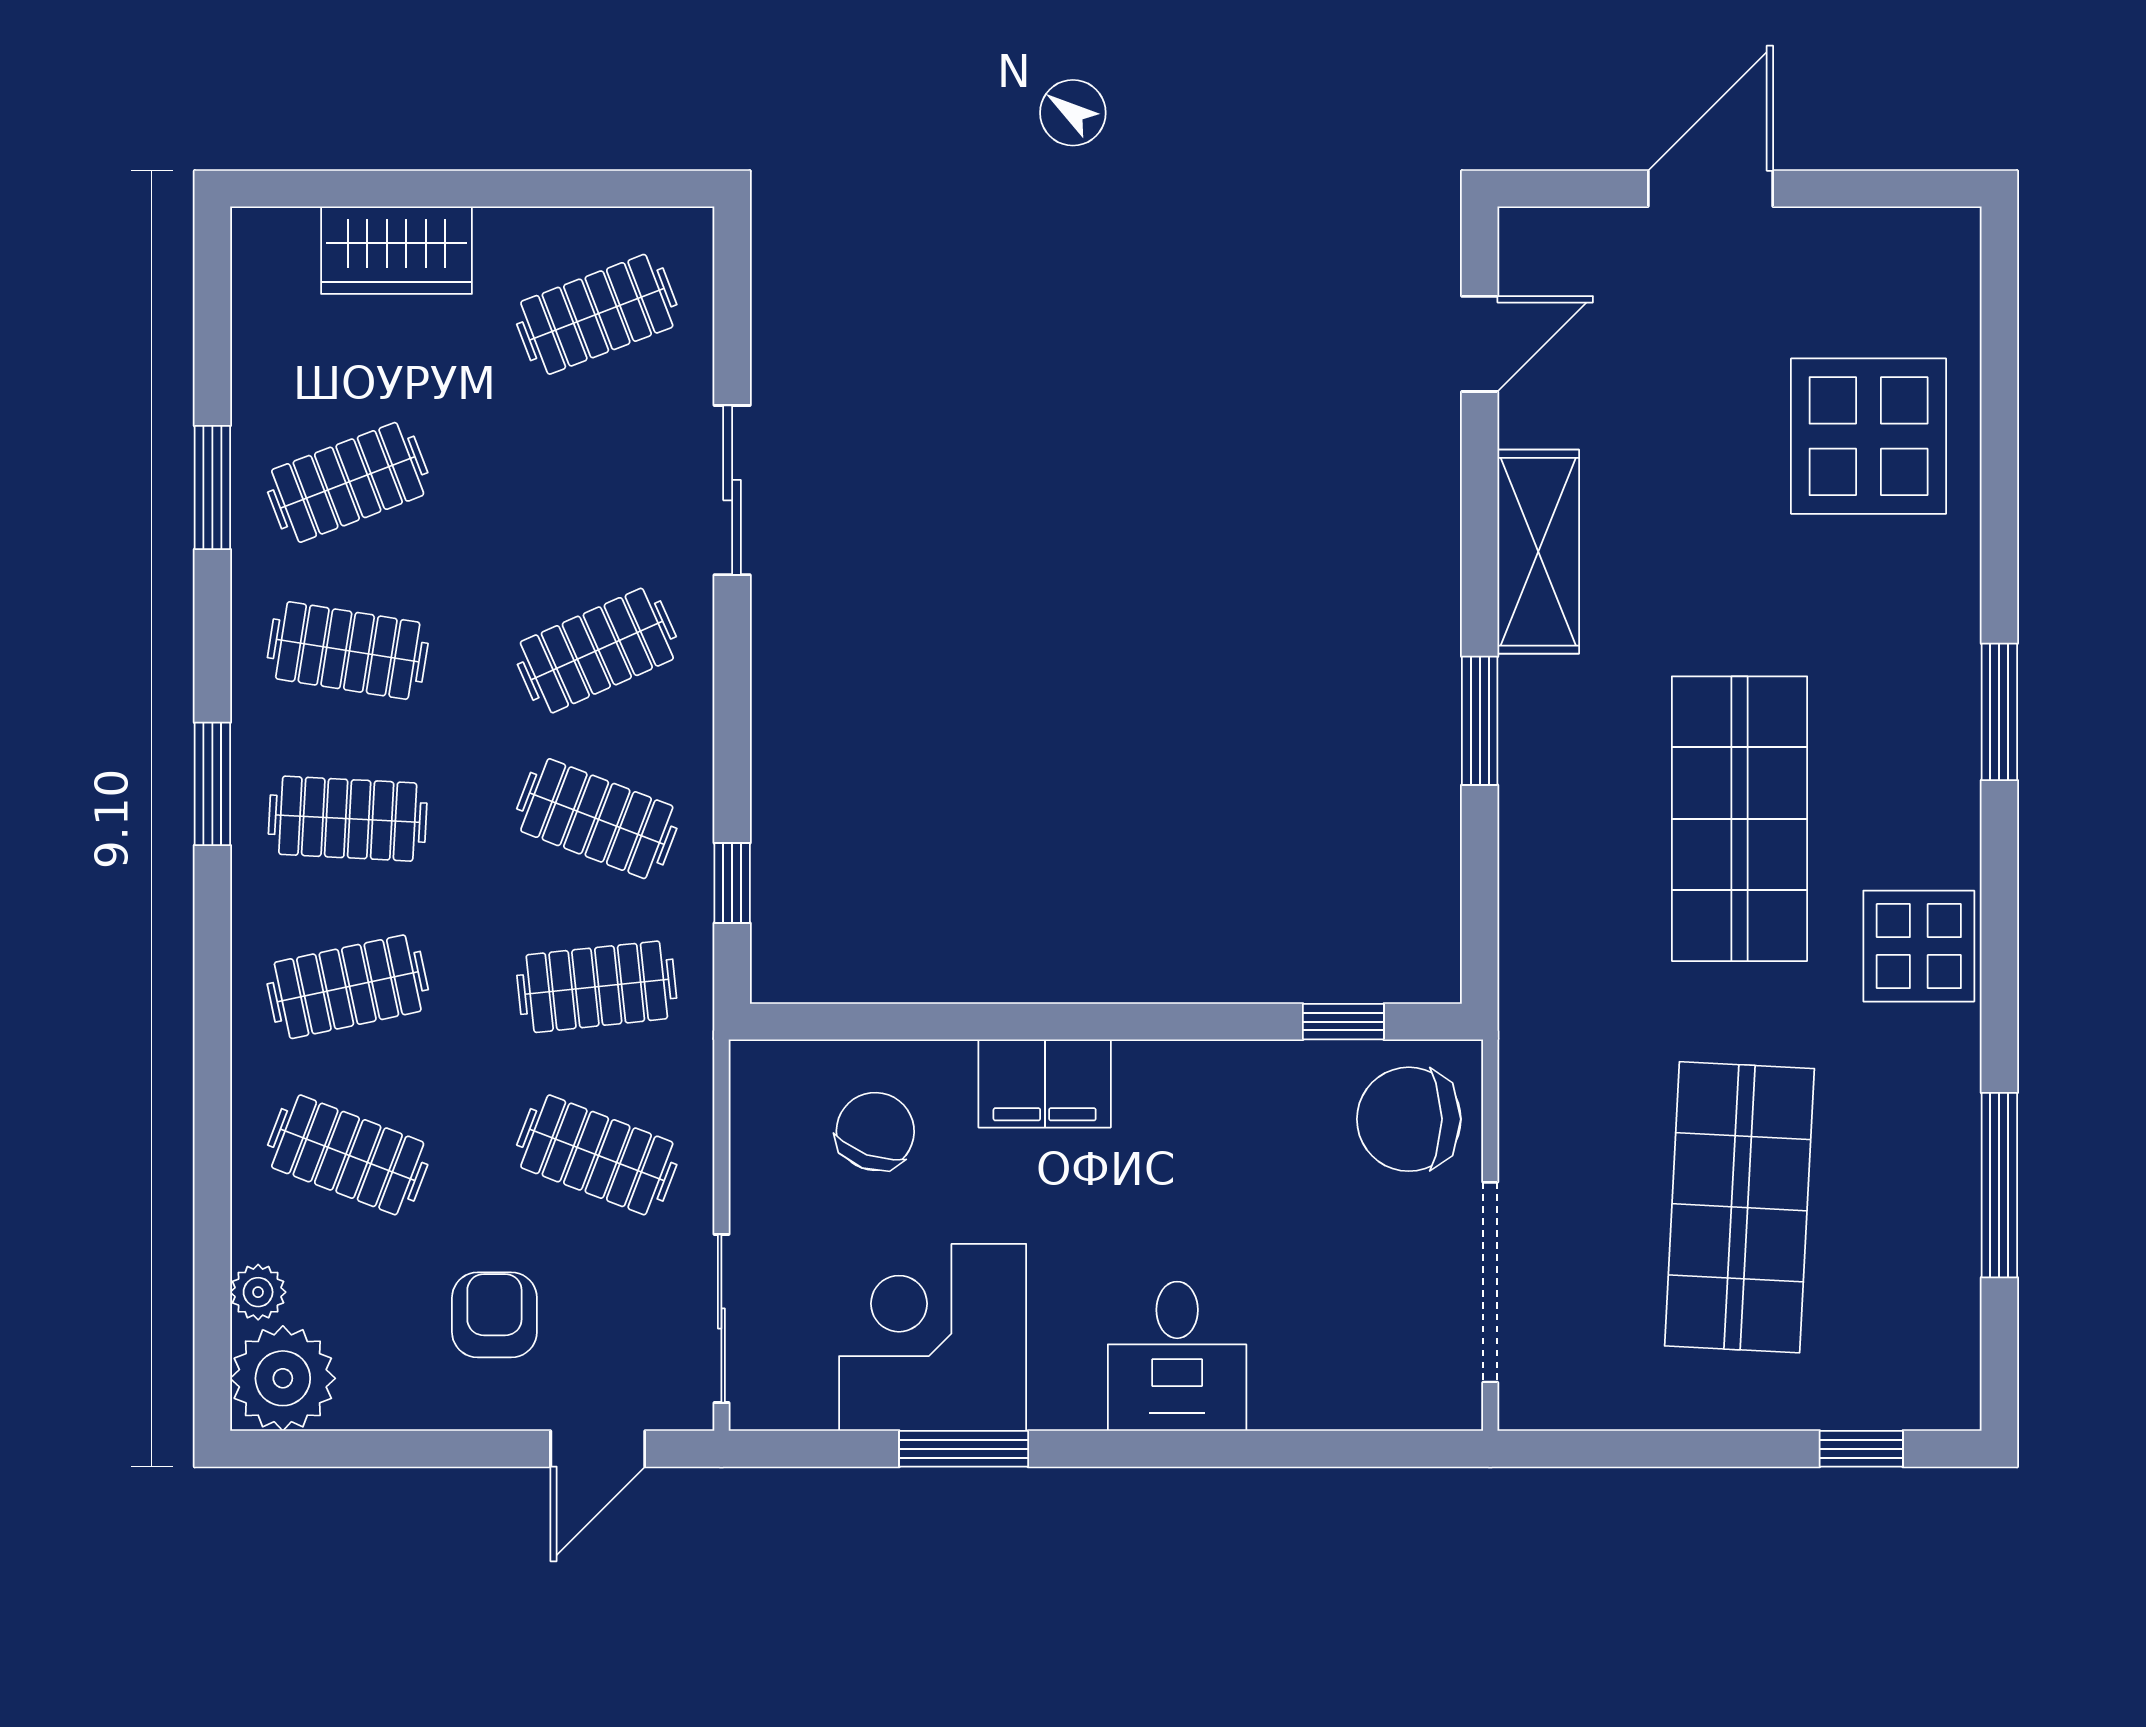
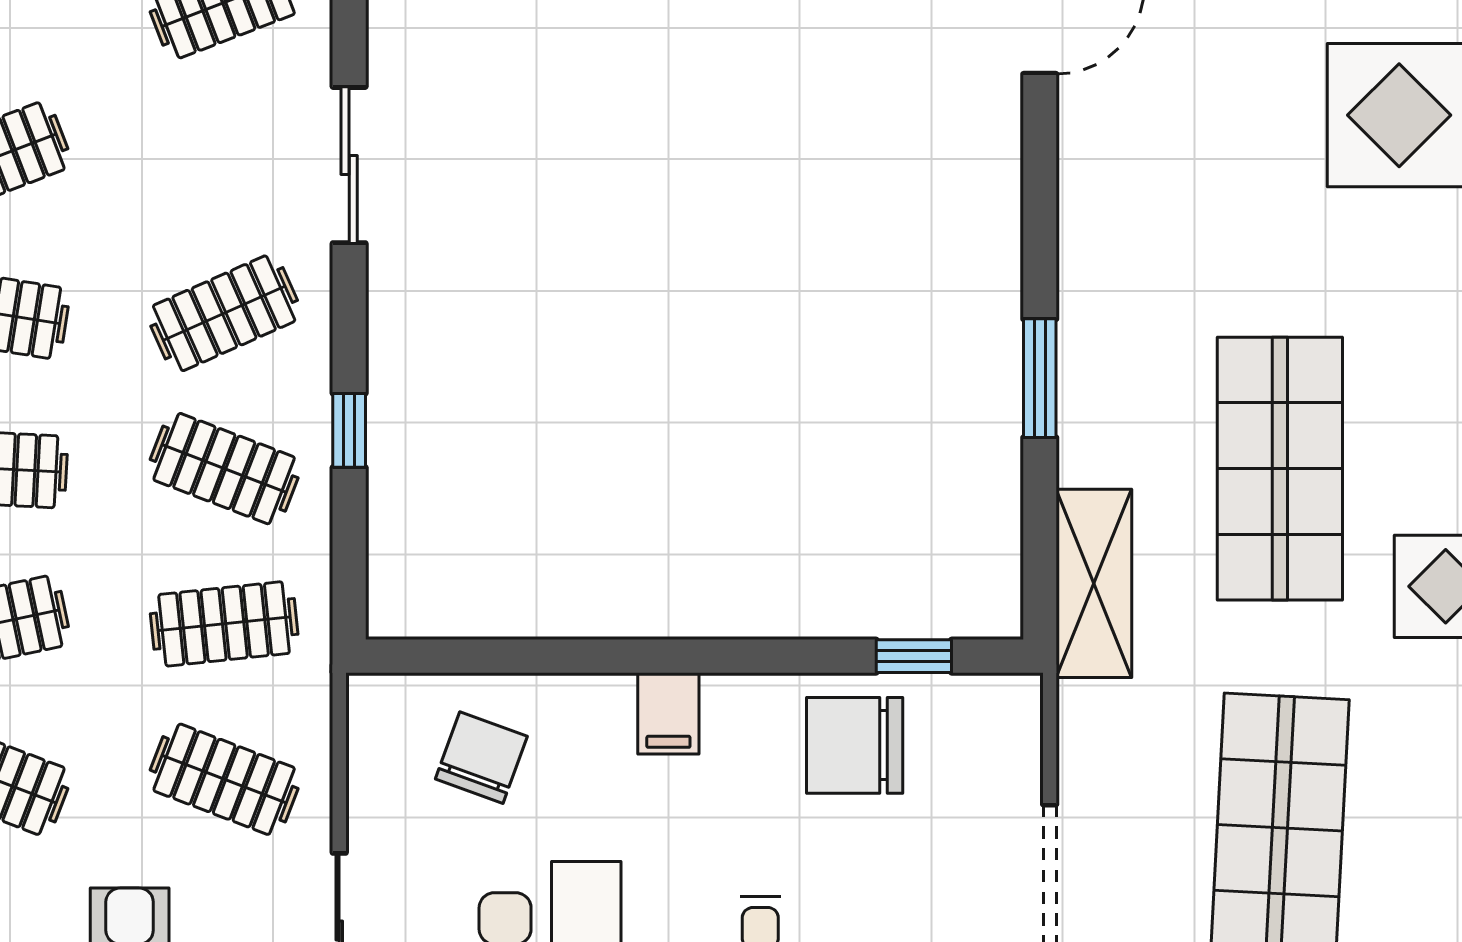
shelving: (1538, 552) -> (1094, 583), moved
window: (732, 883) -> (349, 430), moved
filing cabinet: (1045, 1083) -> (668, 713), width x0.50
chair: (1409, 1119) -> (855, 745), moved

